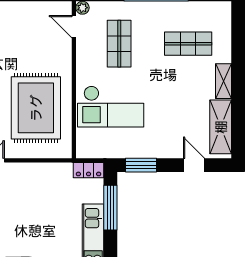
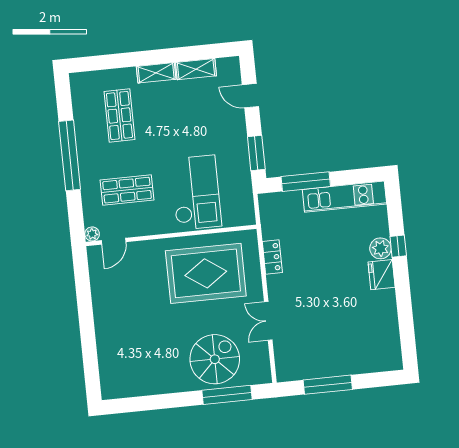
shelving: (221, 127) -> (196, 69), width x0.67, depth x0.75
door: (194, 165) -> (250, 96), hinge flipped
locker: (89, 170) -> (272, 257), moved

